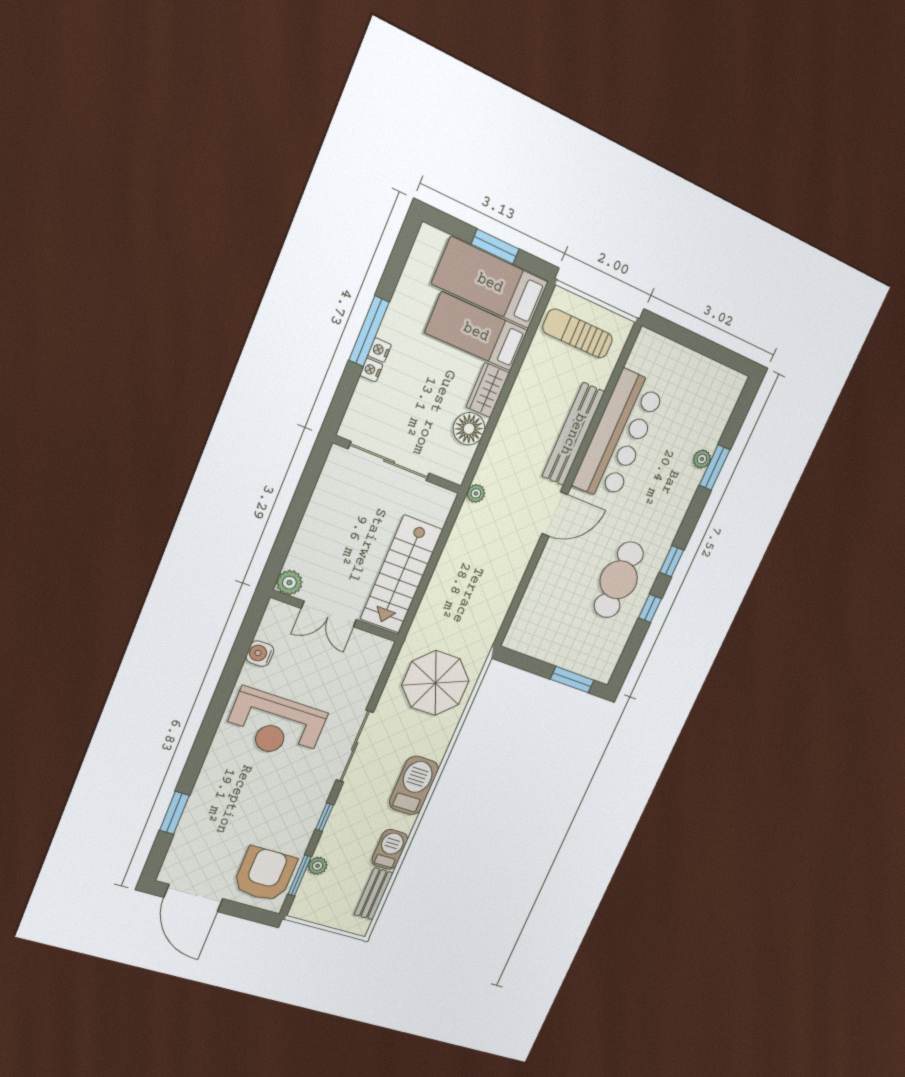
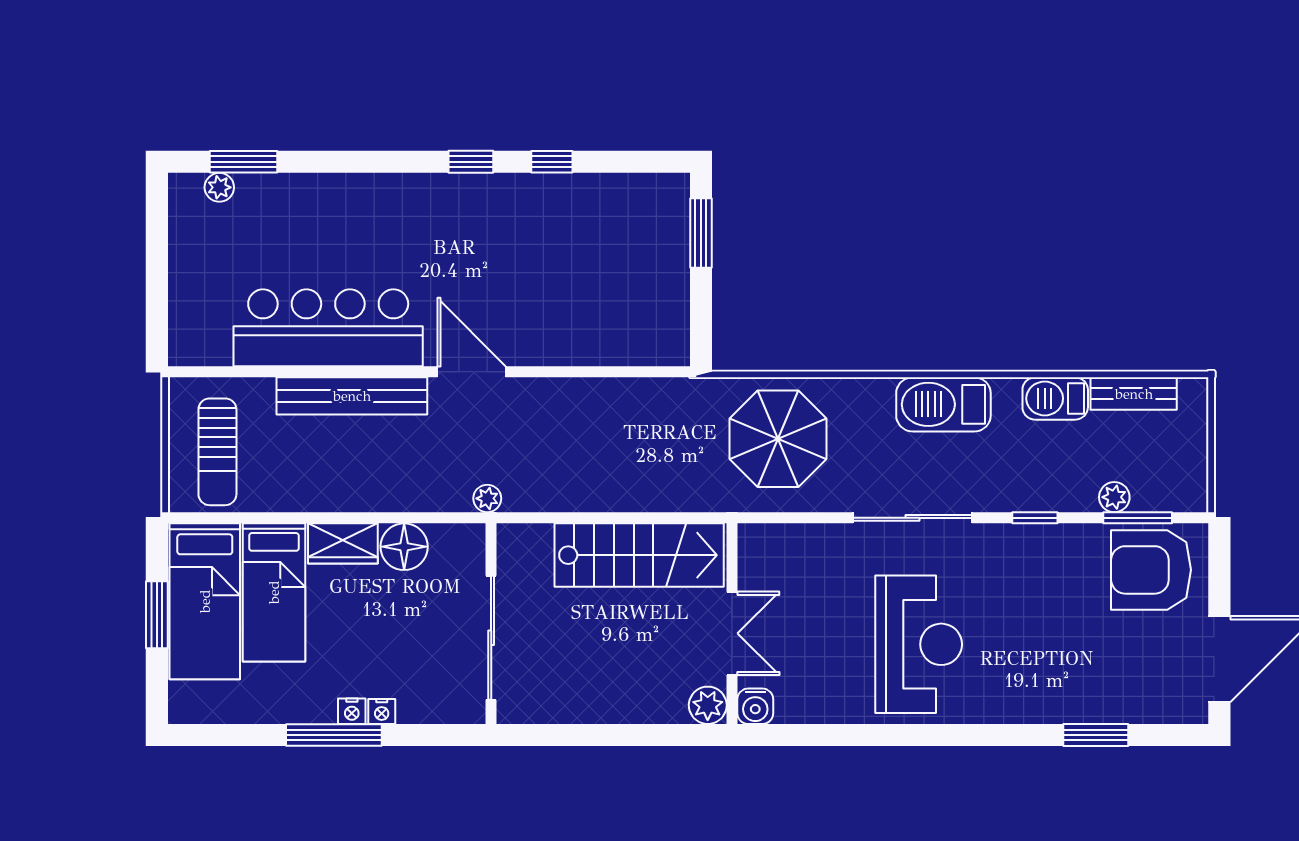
plant: (702, 459) -> (219, 187), moved
window: (715, 467) -> (244, 162), moved
cafe table: (619, 580) -> (528, 231), removed
water cooler: (260, 654) -> (755, 706), moved

